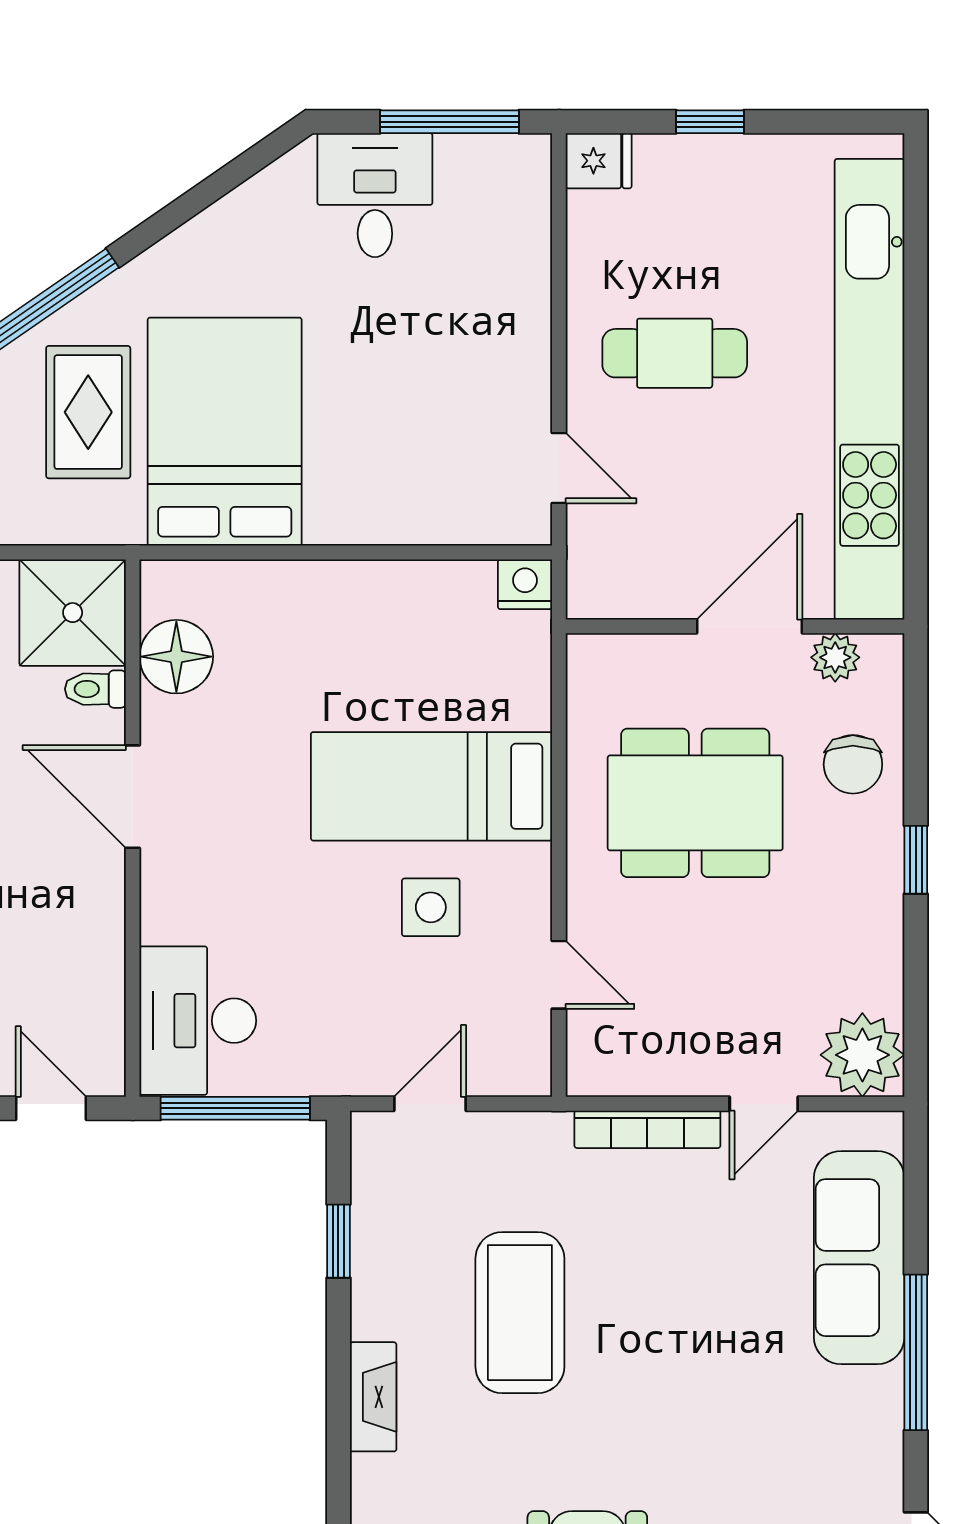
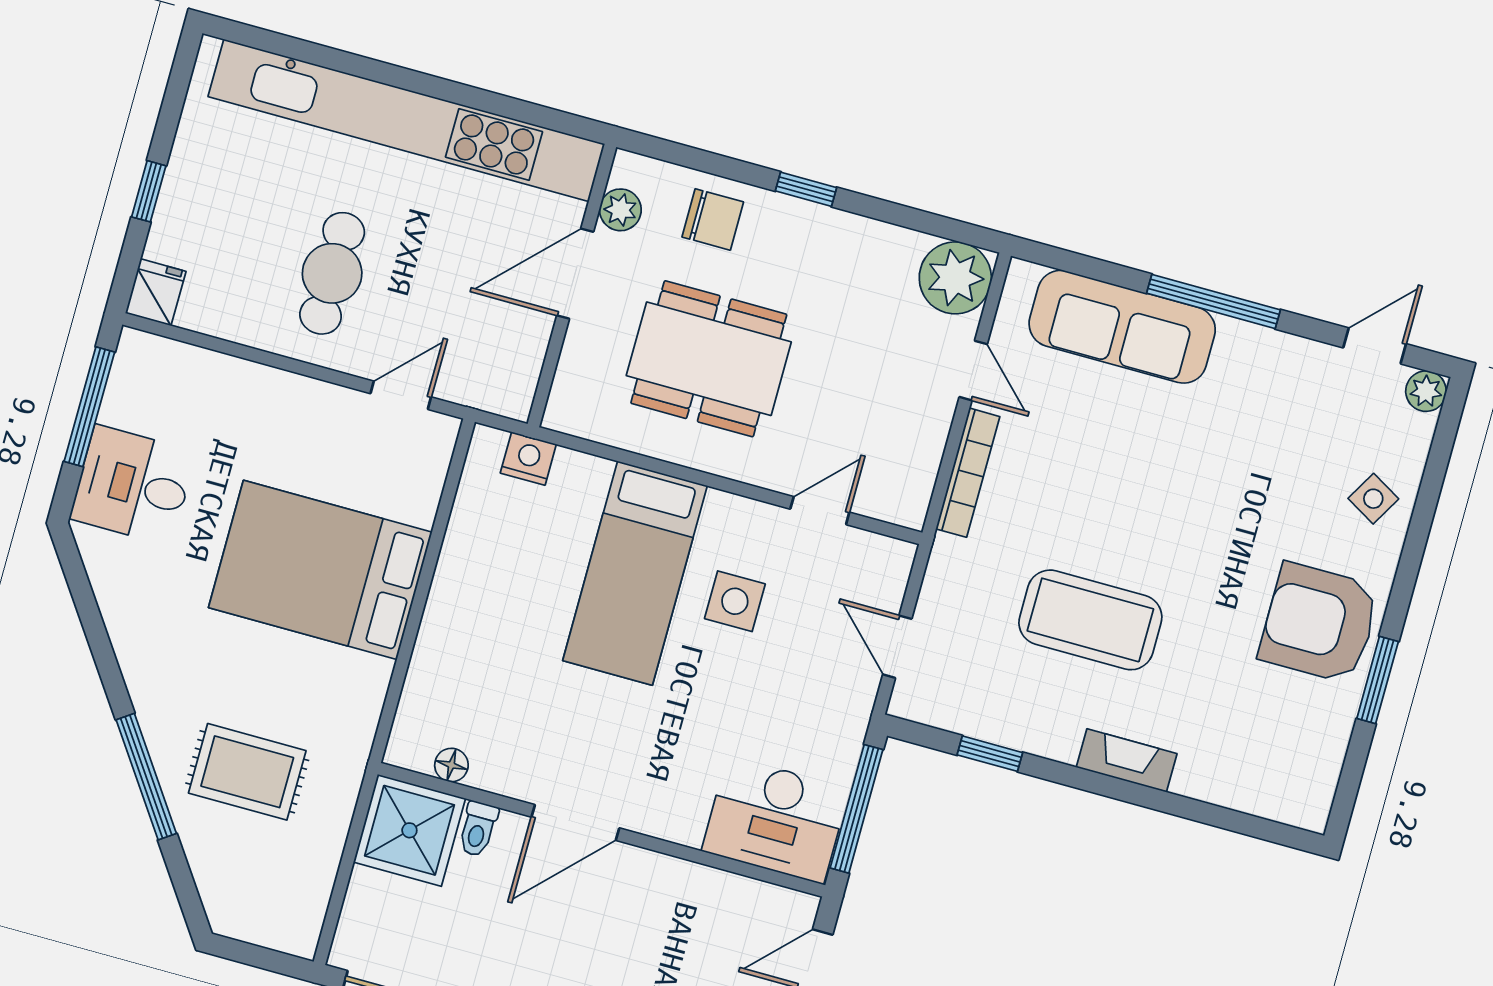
bed: (225, 432) -> (320, 570), moved
nightstand: (525, 584) -> (528, 459), moved, turned 90
door: (749, 626) -> (575, 274), hinge flipped
floor lamp: (176, 657) -> (451, 765), width x0.53, depth x0.53
dining table: (695, 803) -> (709, 359), turned 90

